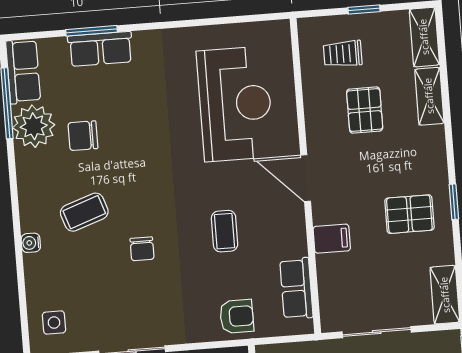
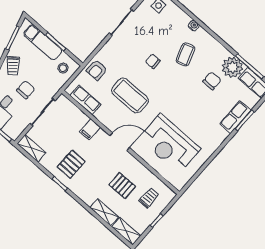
coffee table: (225, 231) -> (130, 96), width x1.86, depth x1.72

